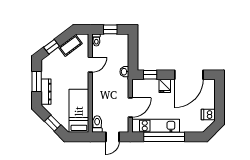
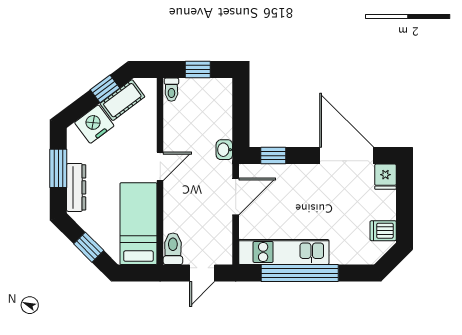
window: (52, 47) -> (105, 89), moved
nightstand: (56, 58) -> (94, 124), added
door: (90, 65) -> (160, 166), moved
door: (189, 75) -> (347, 156), swing flipped
fridge: (165, 86) -> (385, 177), moved
door: (130, 107) -> (236, 196), moved

